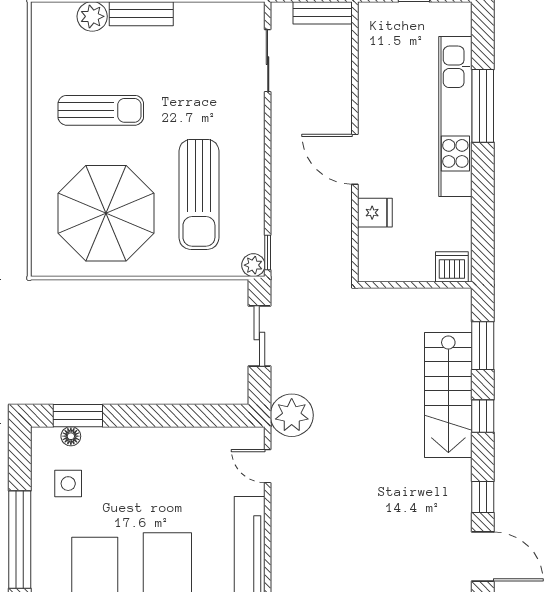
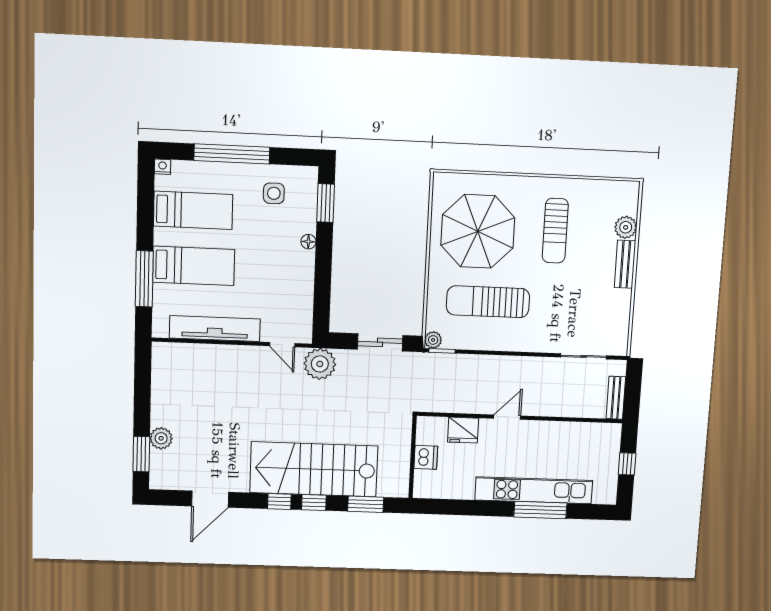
door: (355, 159) -> (507, 417), width x0.73
fridge: (375, 213) -> (463, 430), width x1.38
dishwasher: (452, 267) -> (426, 457), moved
stairs: (448, 395) -> (314, 469), width x1.36, depth x1.51
floor lamp: (71, 436) -> (308, 242), moved
door: (268, 466) -> (282, 345), swing flipped
window: (483, 497) -> (279, 501), moved

